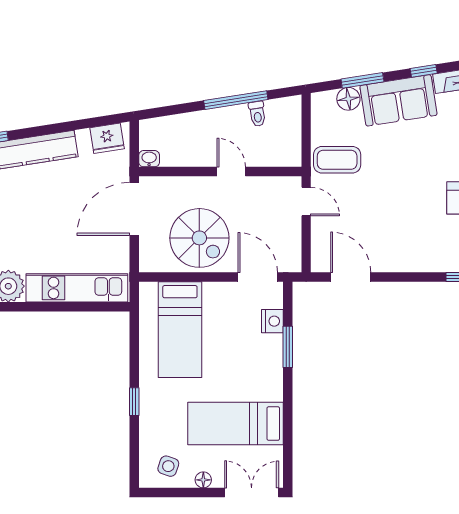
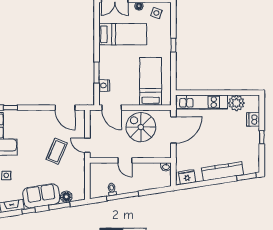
coffee table: (337, 160) -> (57, 151), moved, turned -67
door: (134, 209) -> (173, 130), moved

